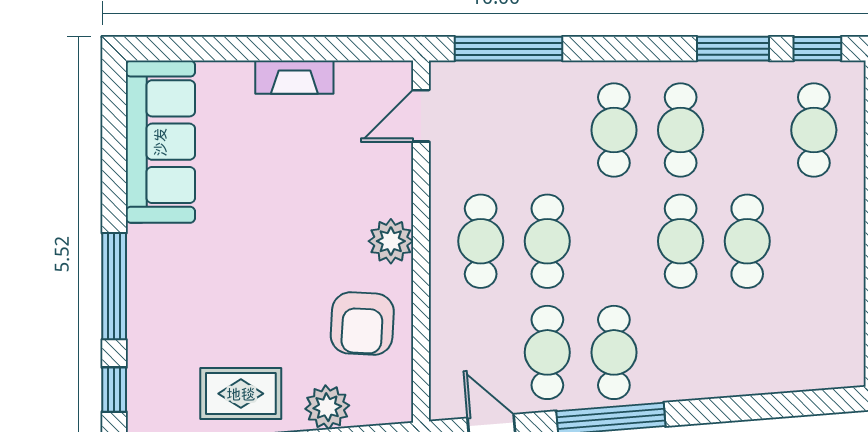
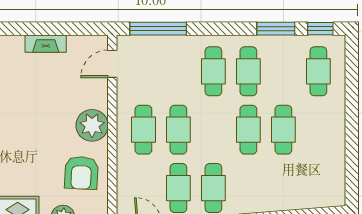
plant: (391, 241) -> (92, 125), width x1.36, depth x1.36

